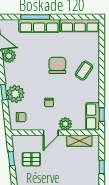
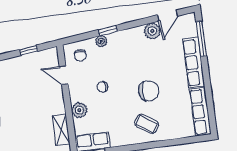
window: (35, 17) -> (201, 39), moved
plant: (15, 94) -> (101, 41), width x0.53, depth x0.53
door: (51, 133) -> (64, 75), moved
pallet: (31, 159) -> (31, 75), removed

